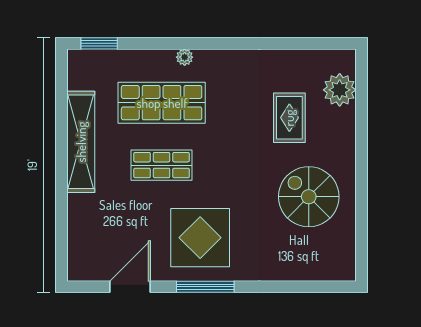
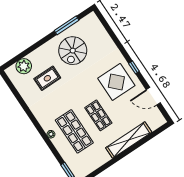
shelving: (81, 142) -> (129, 140), moved
window: (361, 216) -> (67, 25), added
window: (205, 287) -> (134, 67), width x0.46

